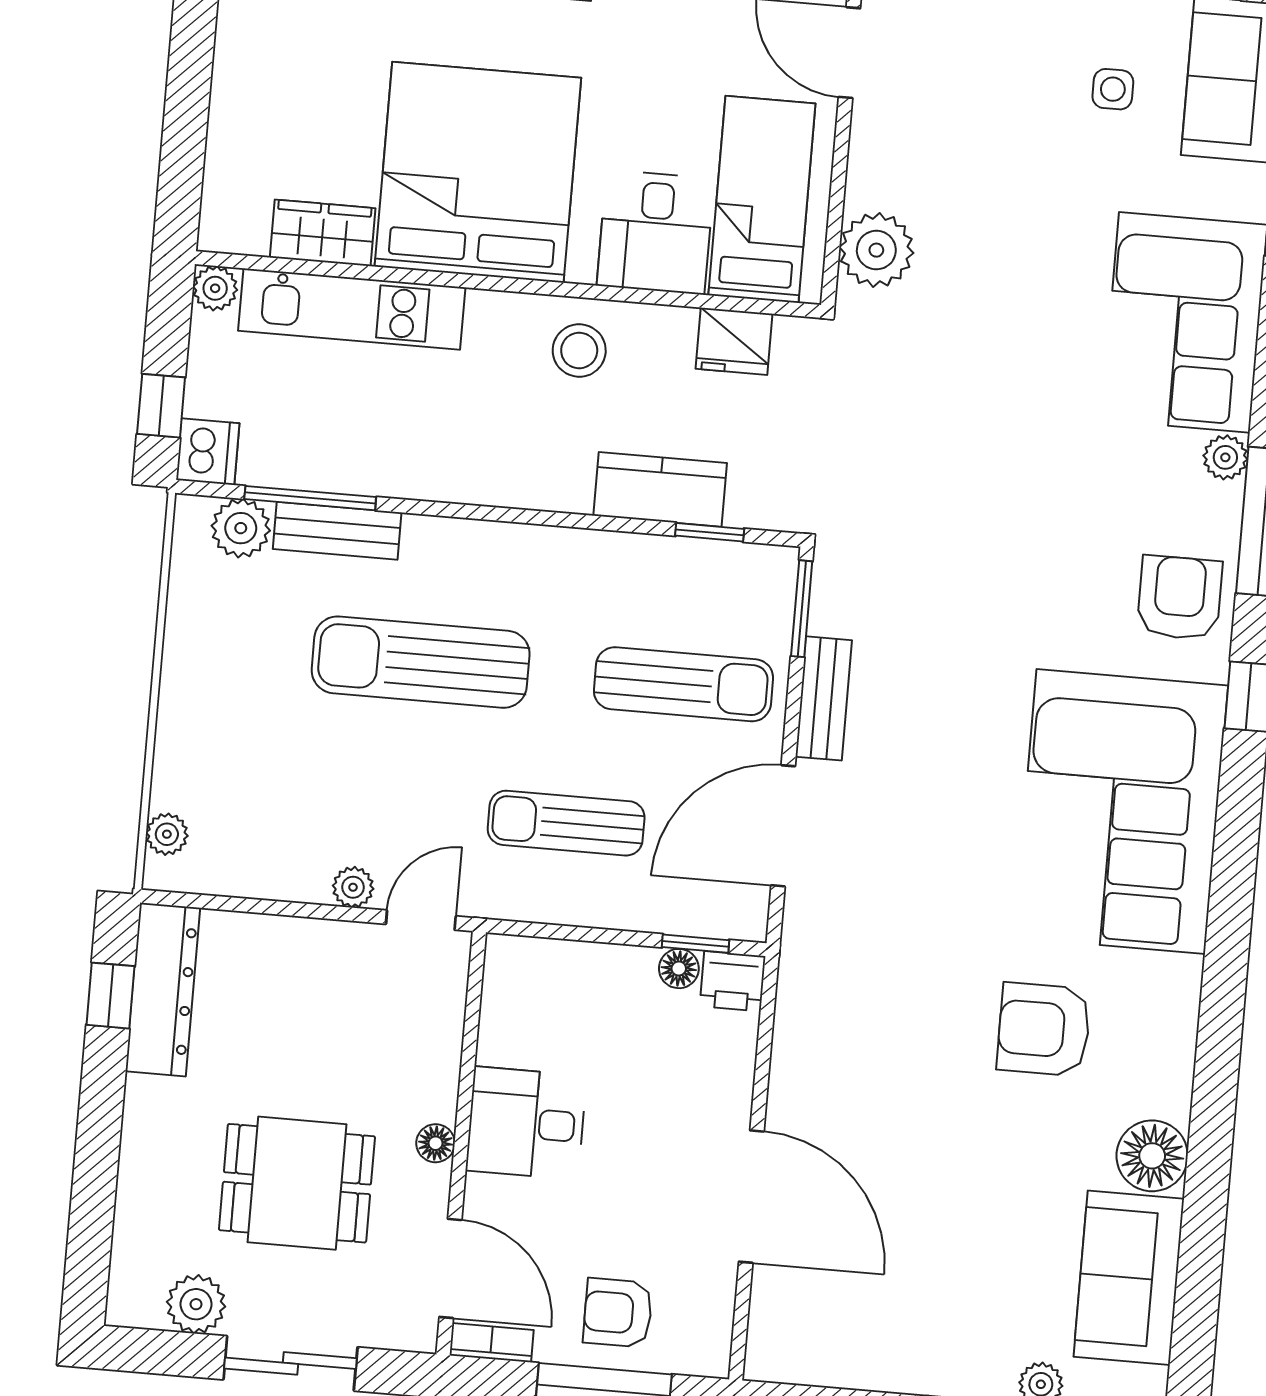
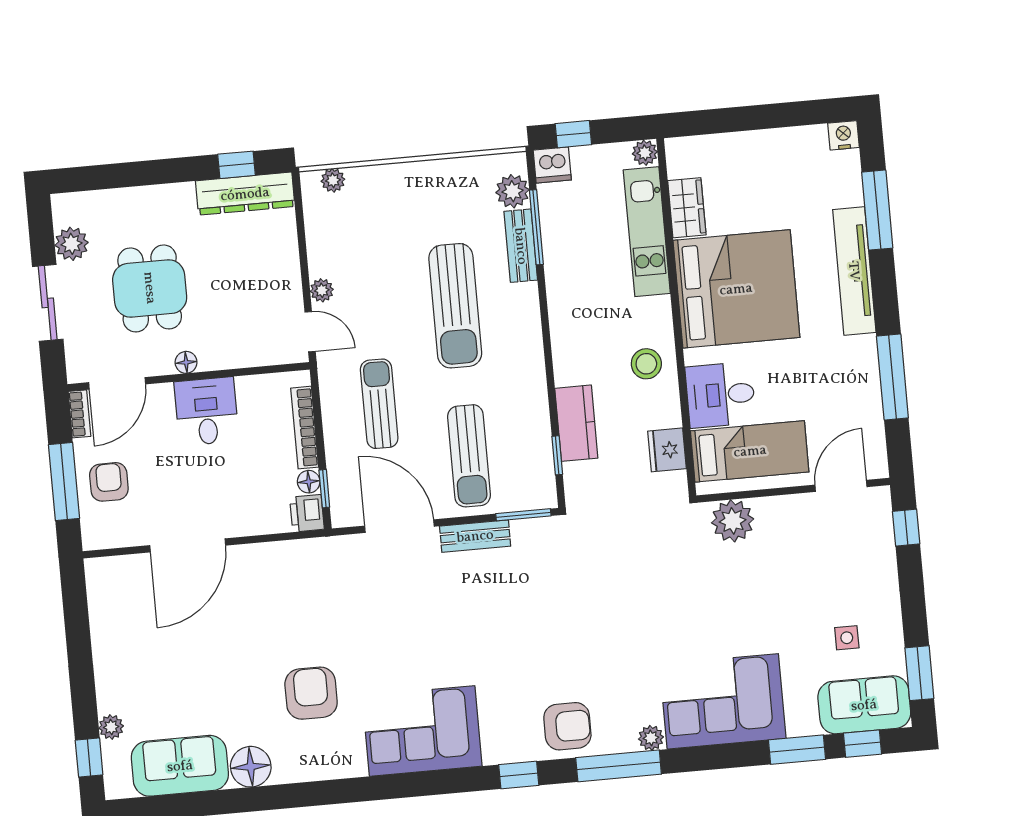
sun lounger: (421, 662) -> (455, 306), turned 180
corner sofa: (1121, 812) -> (422, 731), width x0.73, depth x0.74
bookcase: (584, 959) -> (305, 428), added

